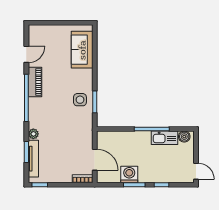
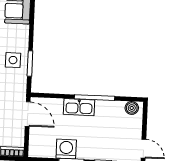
kitchen sink: (164, 138) -> (79, 107), moved
door: (95, 160) -> (28, 114), moved

